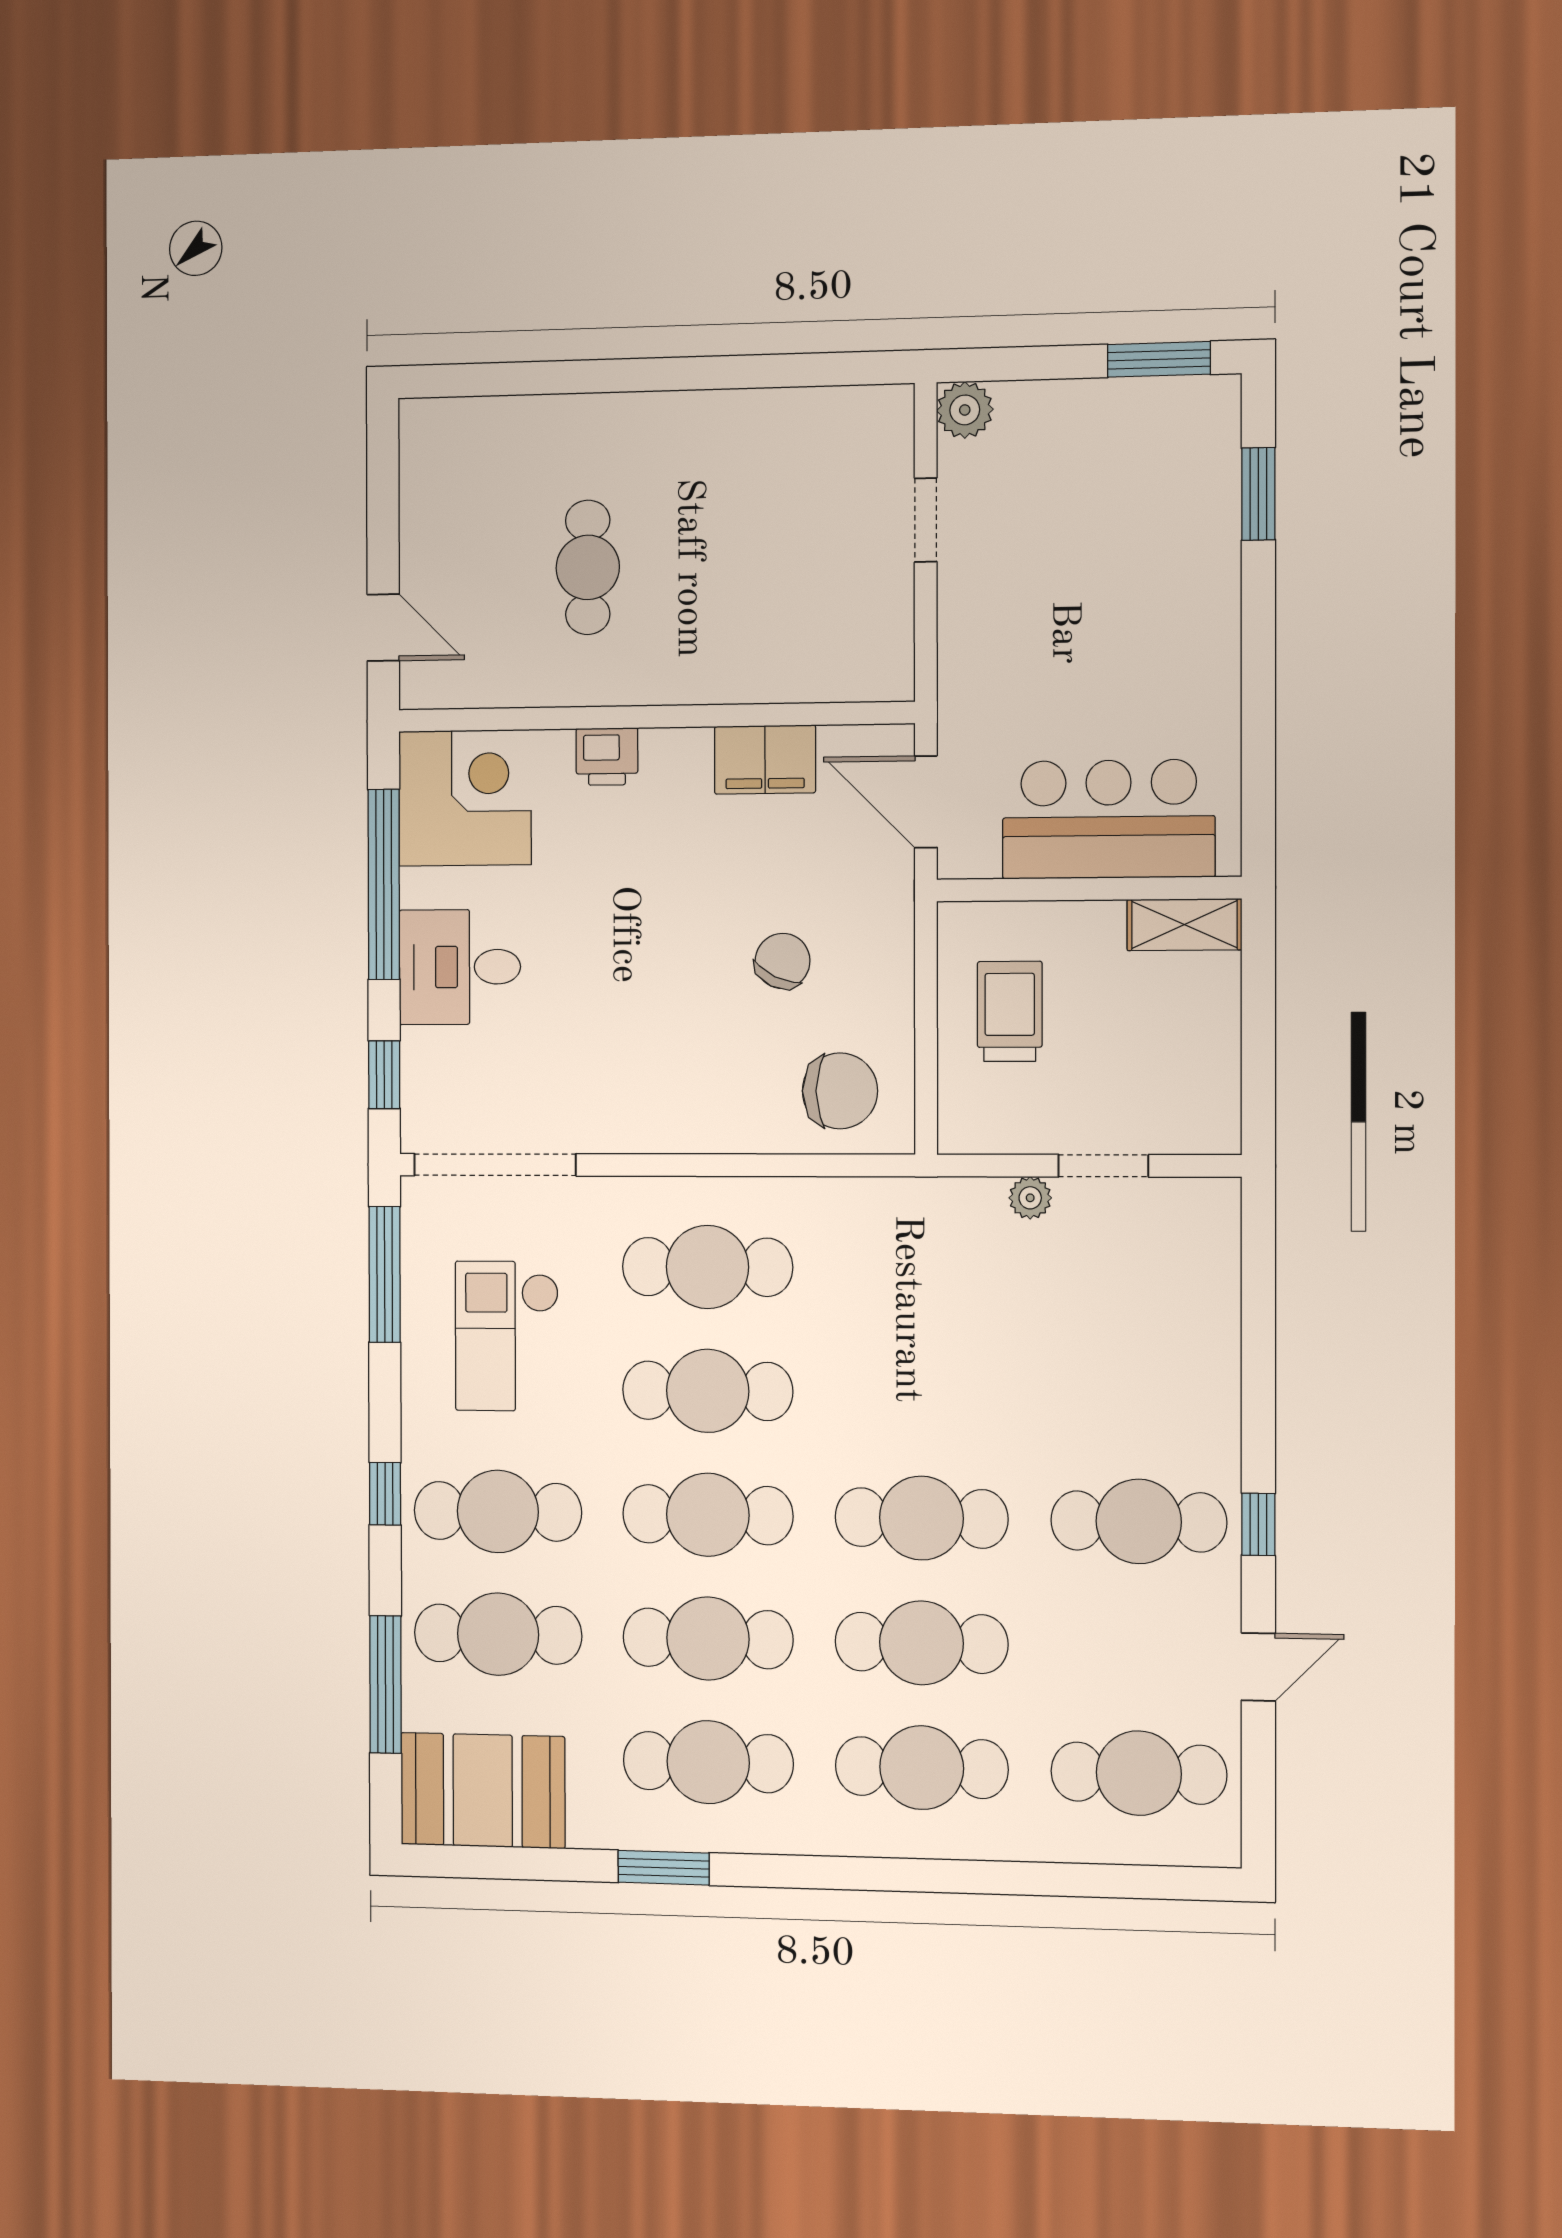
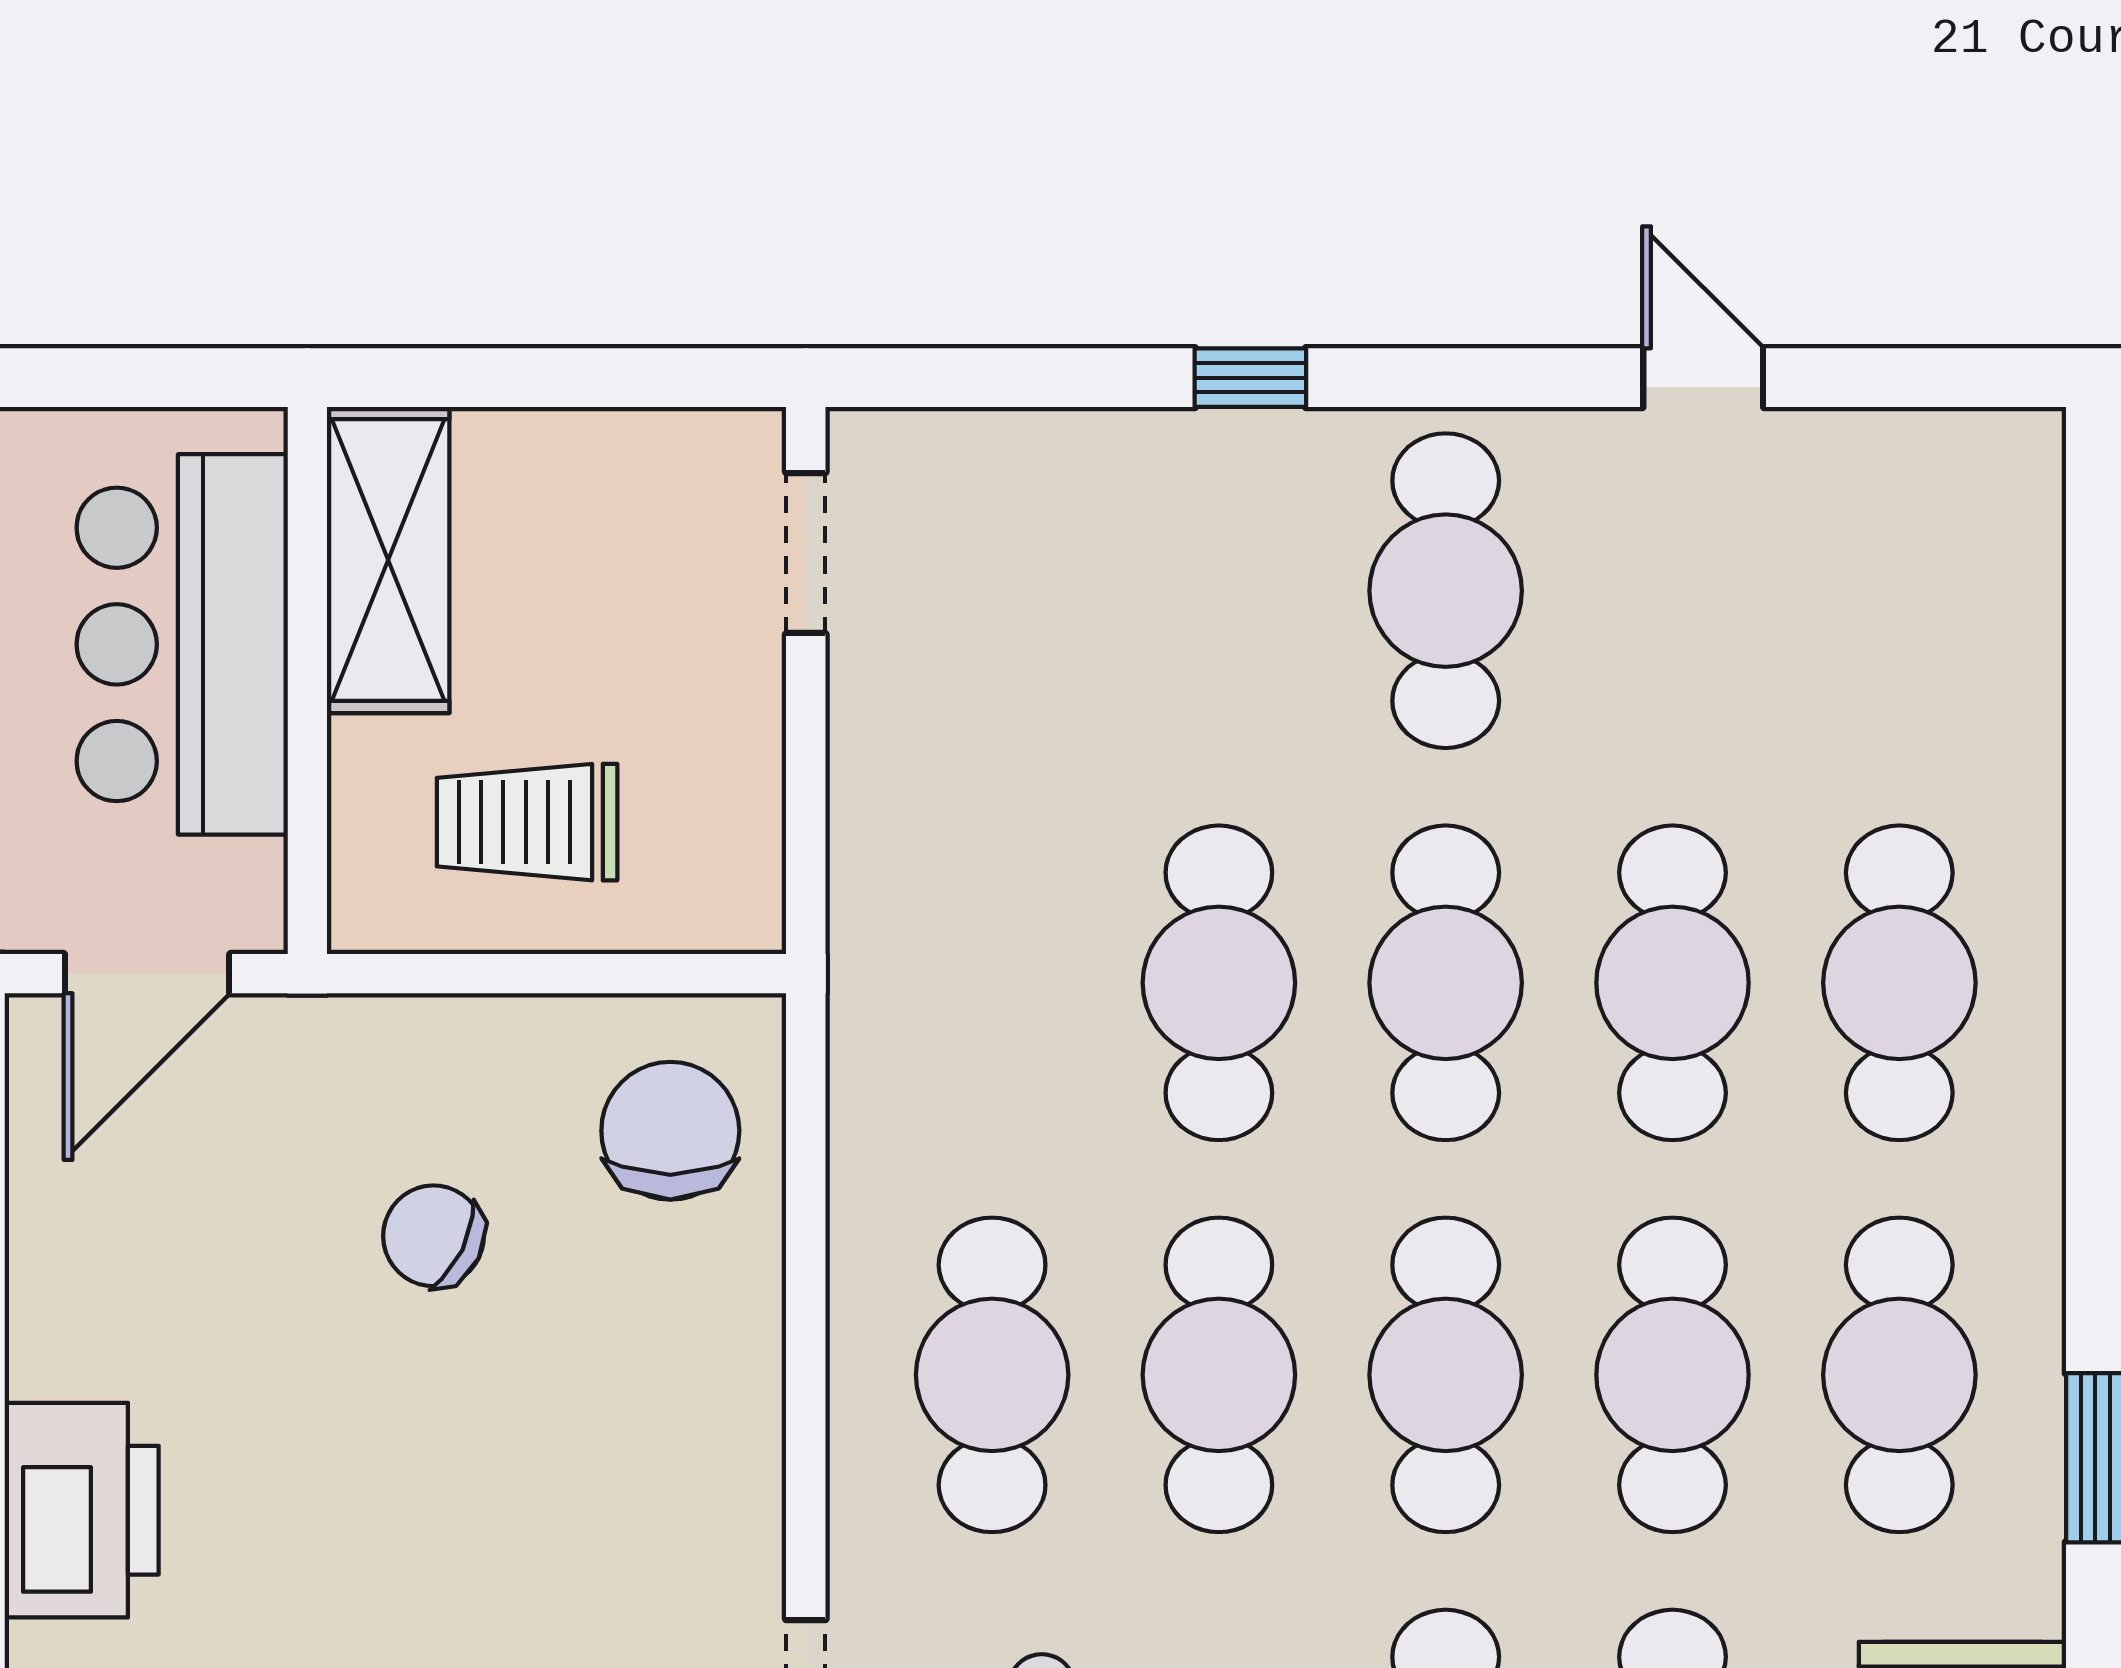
printer: (607, 757) -> (82, 1510), width x1.87, depth x1.48
filing cabinet: (765, 760) -> (66, 1268), removed
shelving: (1184, 925) -> (388, 560), width x1.50, depth x1.33
doorway: (1103, 1166) -> (806, 553), moved
plant: (1030, 1198) -> (864, 785), removed
window: (1258, 1524) -> (1250, 378), moved
cafe table: (1139, 1773) -> (1219, 983), moved

